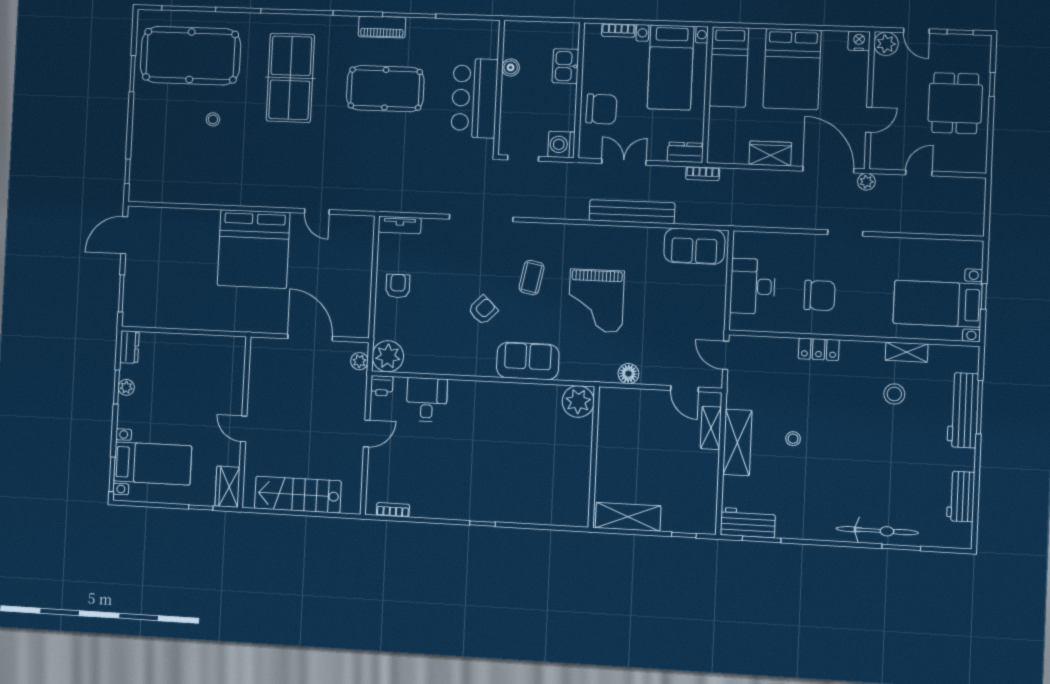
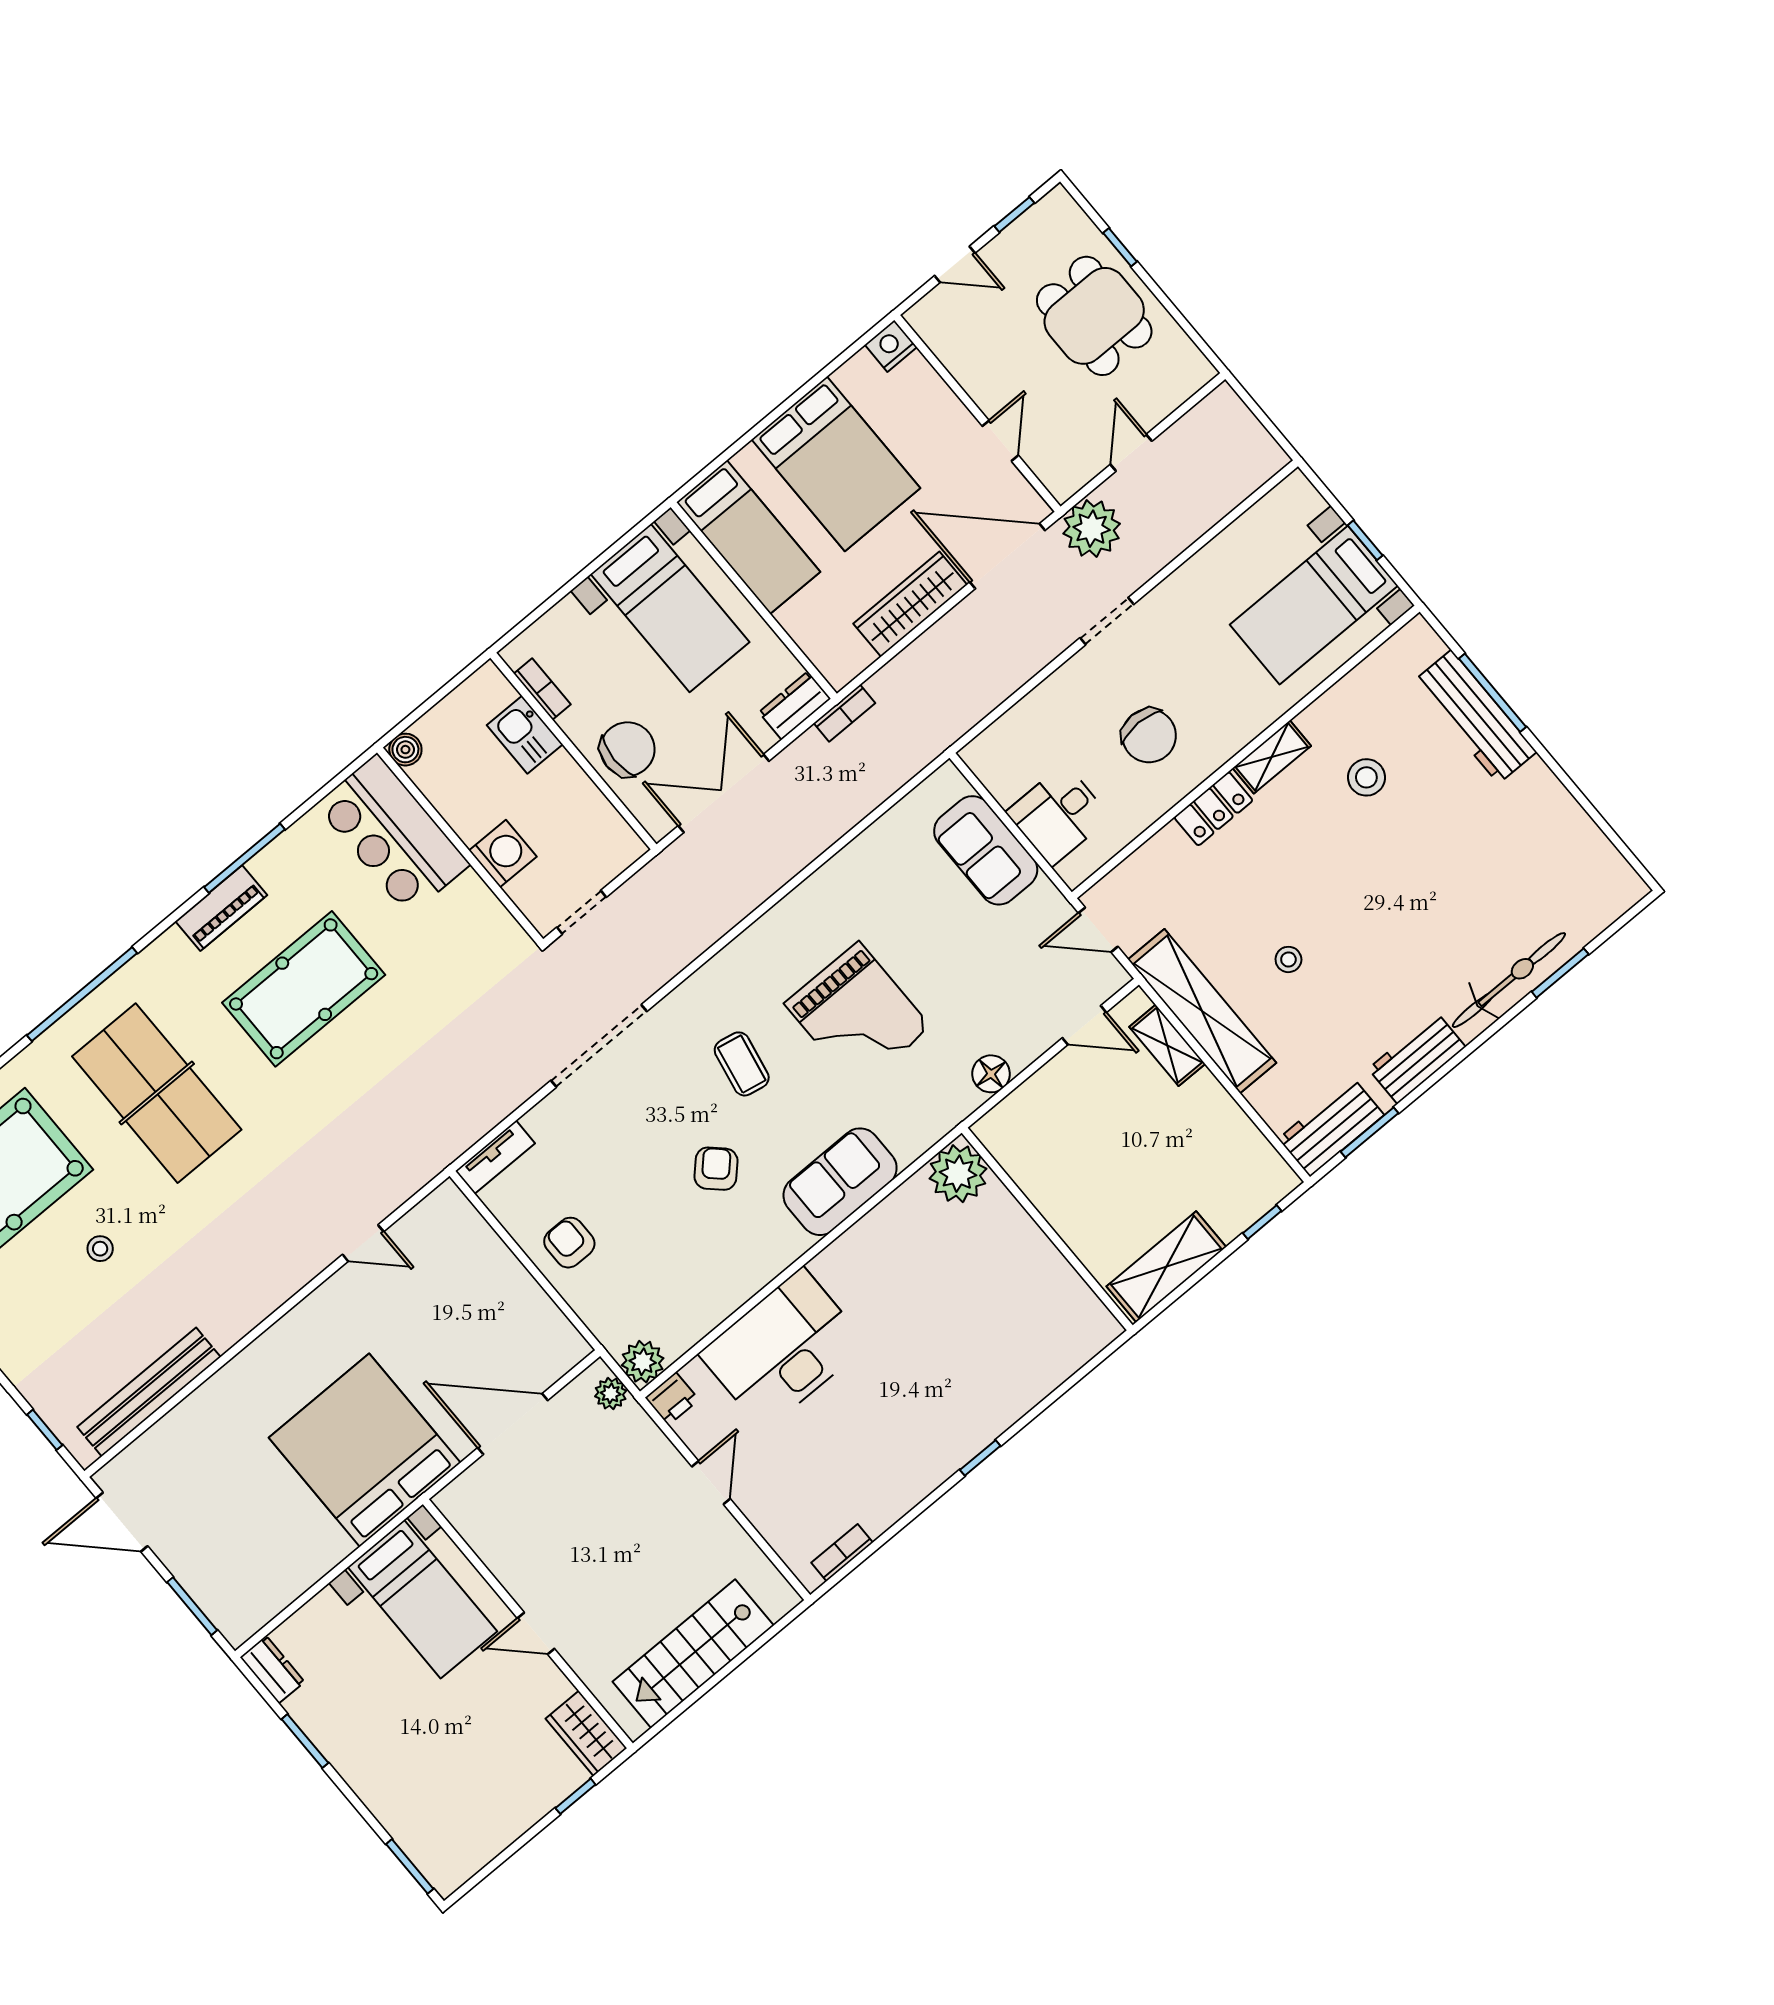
bookcase: (618, 30) -> (542, 689), moved, turned -90
plant: (886, 44) -> (930, 318), removed
boiler: (511, 67) -> (405, 750), moved
bar counter: (474, 98) -> (393, 835), moved
washing machine: (561, 144) -> (503, 854), moved, turned 180
wardrobe: (770, 153) -> (910, 604), width x1.50
double door: (624, 162) -> (724, 793), width x1.37
plant: (866, 182) -> (1092, 529), width x1.88, depth x1.88
bench: (632, 212) -> (149, 1392), moved
door: (124, 235) -> (122, 1522), hinge flipped
sofa: (694, 246) -> (986, 850), moved, turned 90
bed: (254, 249) -> (365, 1450), moved, turned 180
desk: (753, 286) -> (1058, 815), width x0.73
chair: (819, 295) -> (1149, 736), turned 90
shelving: (907, 352) -> (1272, 757), moved
plant: (388, 356) -> (643, 1362), width x0.73, depth x0.73
plant: (126, 387) -> (319, 1729), removed
desk: (427, 400) -> (783, 1349), width x1.87, depth x1.30
shelving: (737, 442) -> (1202, 1011), width x1.47
bed with nightstands: (153, 463) -> (422, 1599), moved, turned 90
workbench: (961, 496) -> (1417, 1058), moved, turned 90

